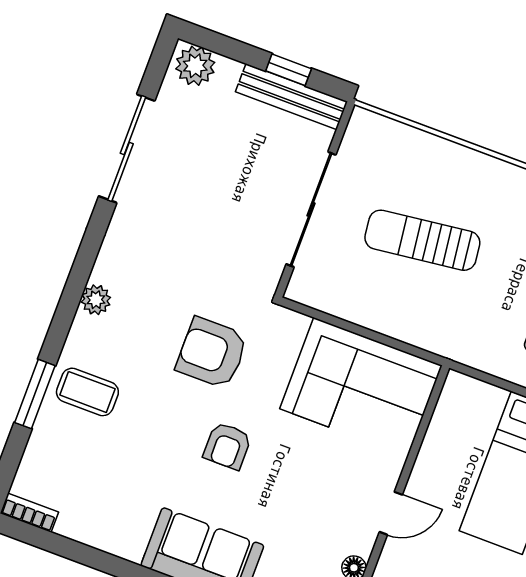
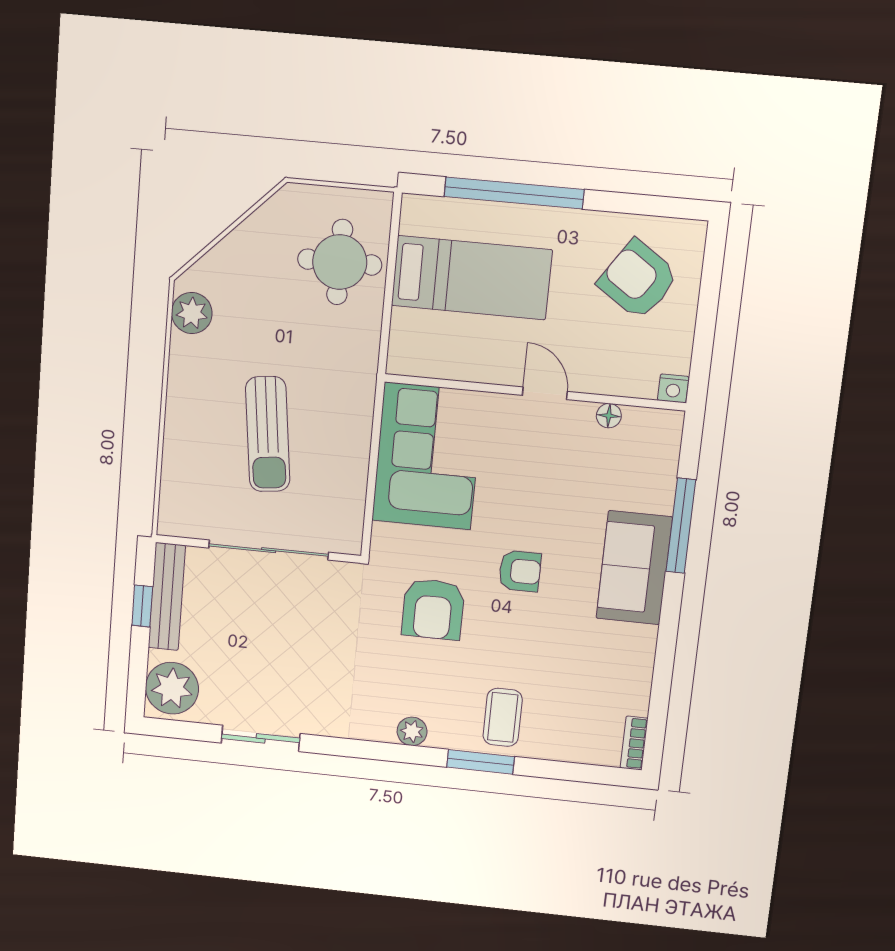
plant: (195, 66) -> (172, 688), width x1.36, depth x1.36
sliding door: (127, 148) -> (261, 738), width x0.73
window: (35, 394) -> (481, 762), moved

